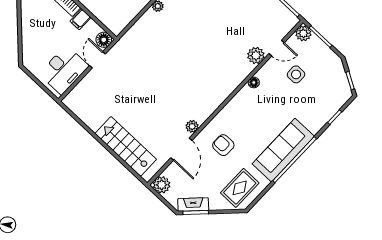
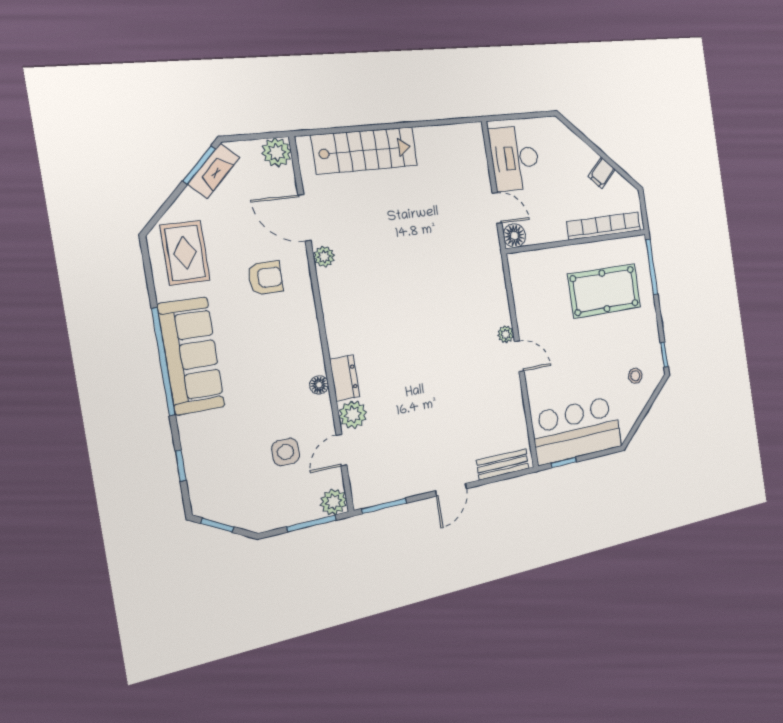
filing cabinet: (80, 19) -> (602, 173), moved, turned -135
dresser: (242, 73) -> (345, 378), added

